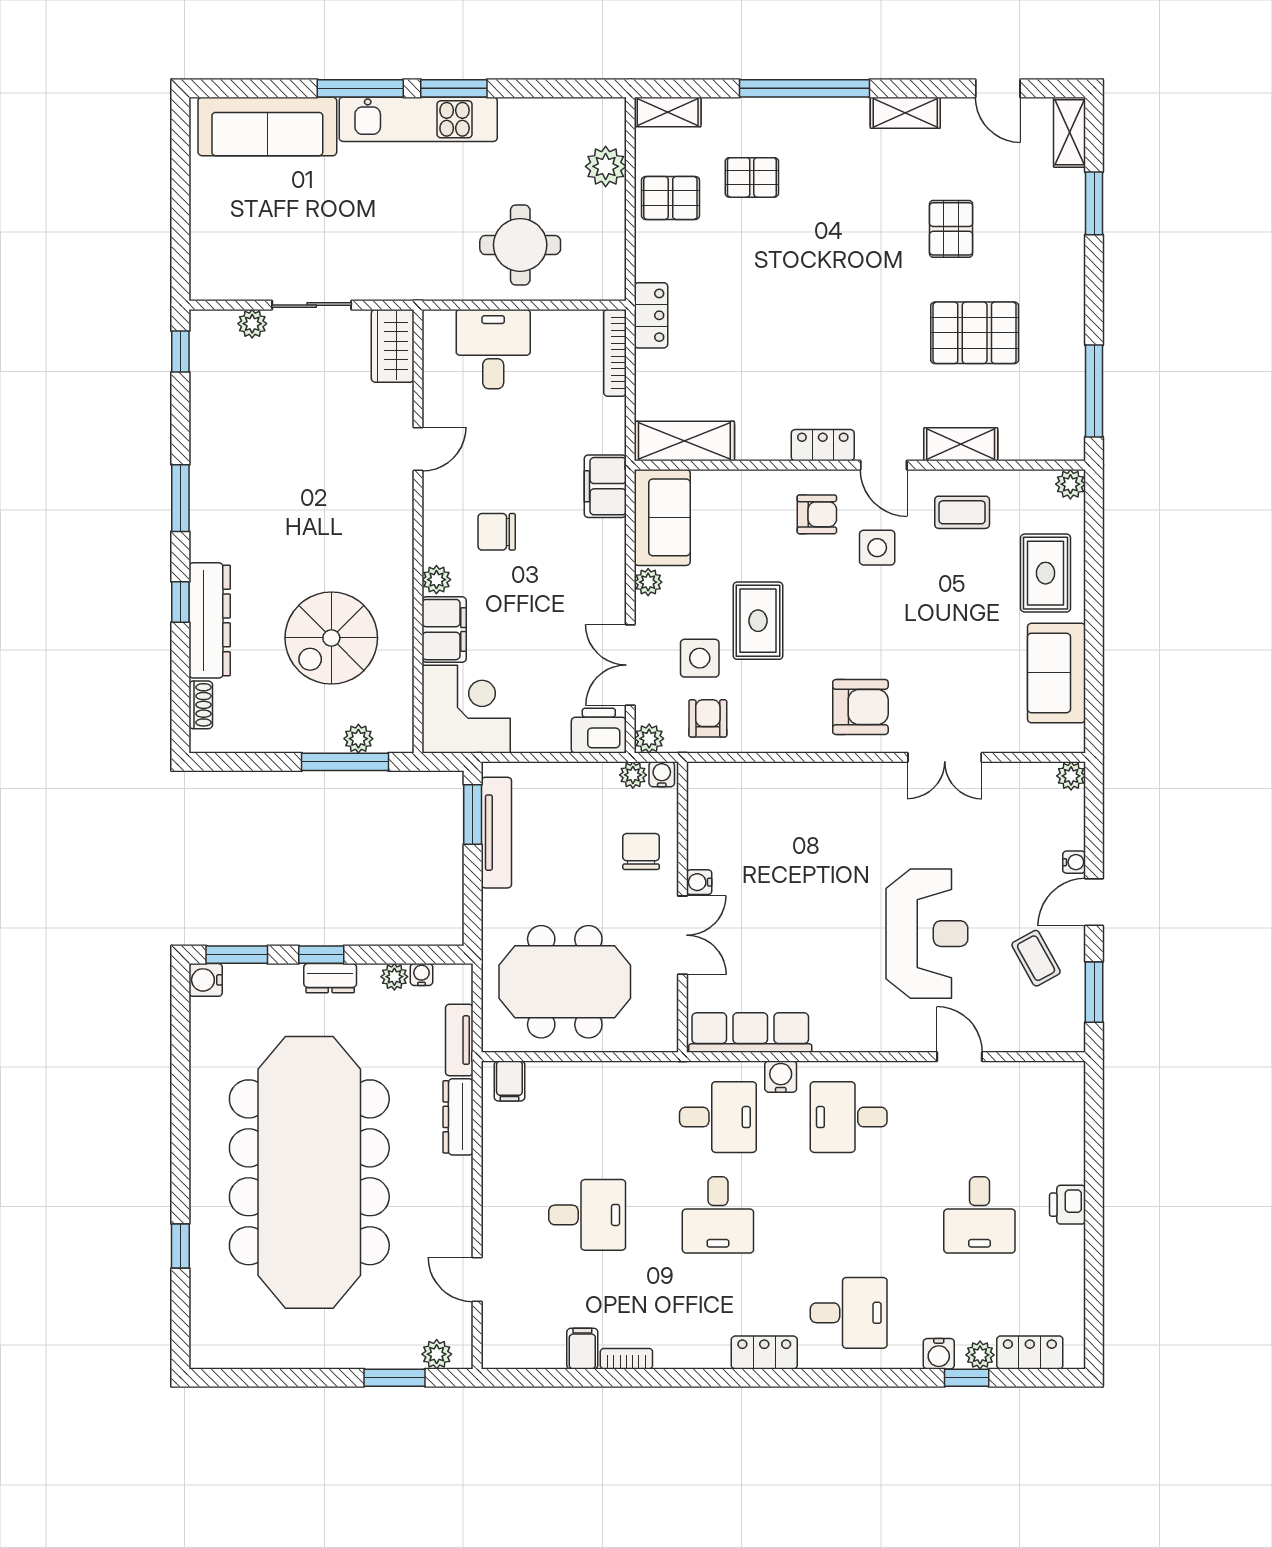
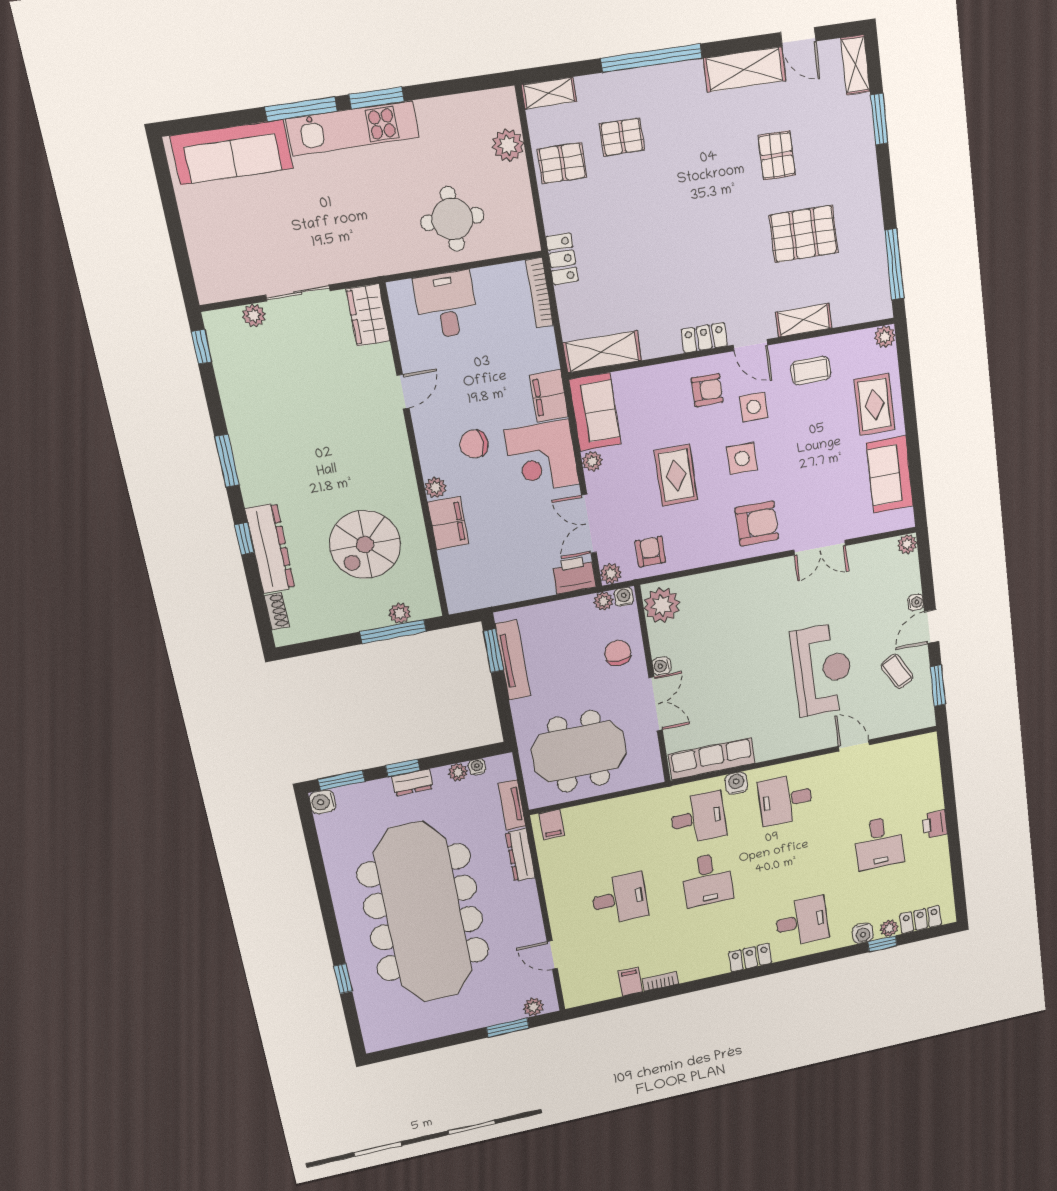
shelving: (905, 113) -> (745, 69), width x1.50, depth x1.33
side table: (700, 658) -> (742, 458), moved
corner desk: (466, 709) -> (542, 457), moved, turned 180
plant: (712, 796) -> (662, 605), added

